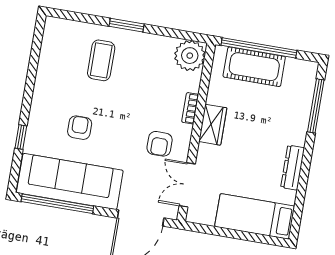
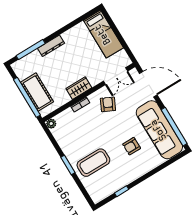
plant: (190, 56) -> (51, 124), width x0.53, depth x0.53
coffee table: (101, 60) -> (93, 163), width x1.36, depth x1.32
window: (21, 137) -> (122, 191), moved
armchair: (160, 144) -> (108, 104), turned -64
dresser: (293, 168) -> (51, 46), moved

